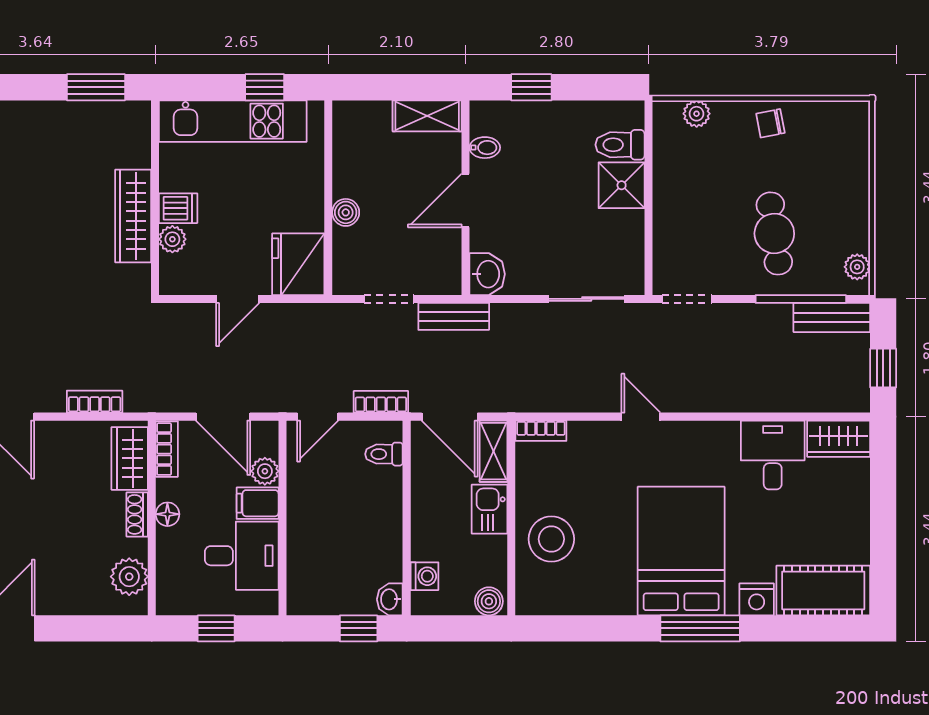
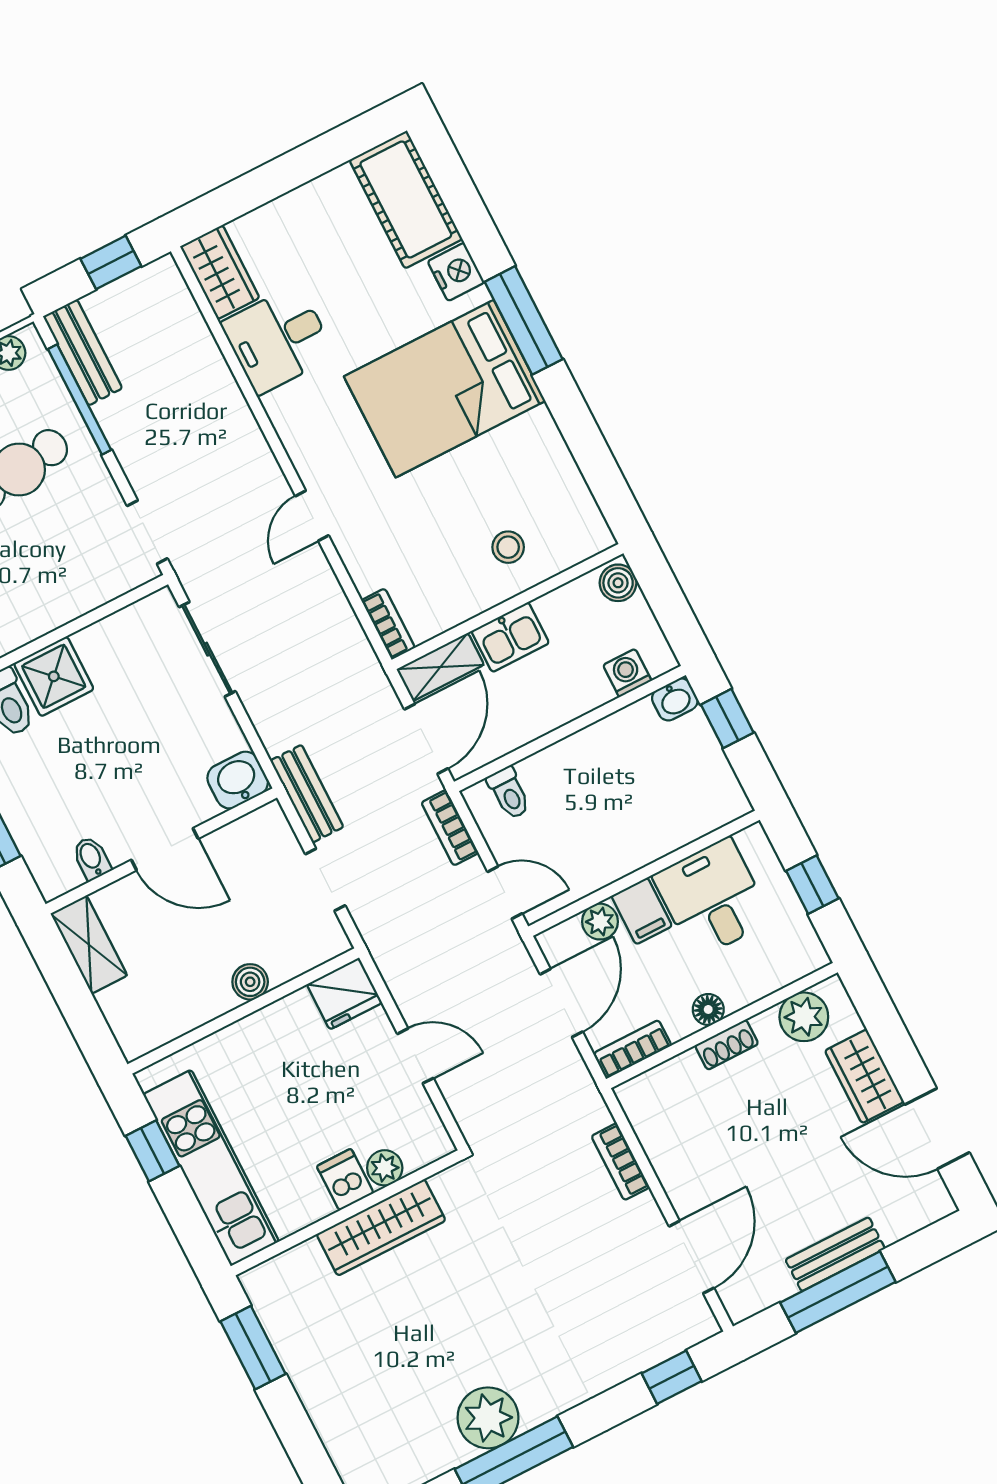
fridge: (298, 264) -> (344, 994), width x0.73, depth x0.75
wardrobe: (130, 458) -> (864, 1076), moved, turned 90
stool: (551, 539) -> (508, 547), width x0.53, depth x0.53

